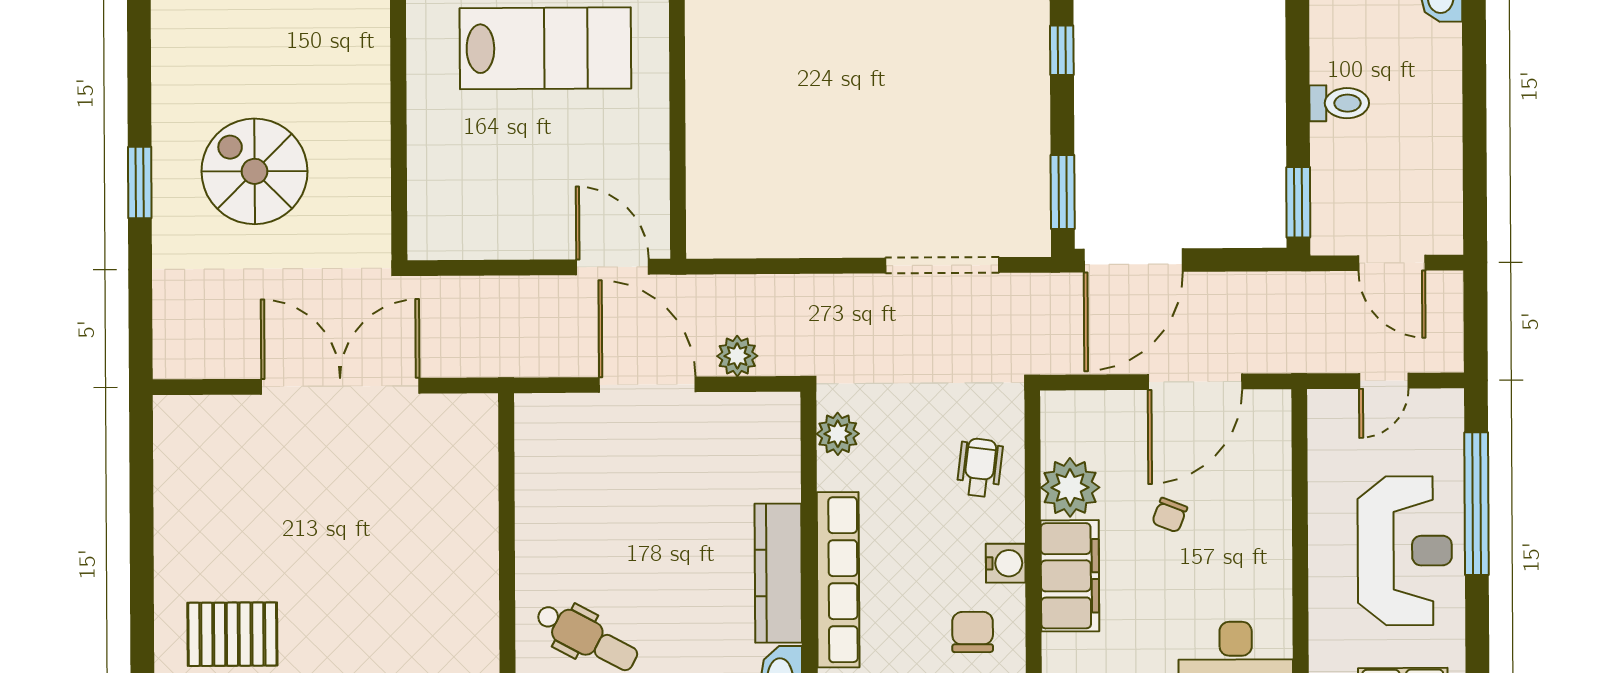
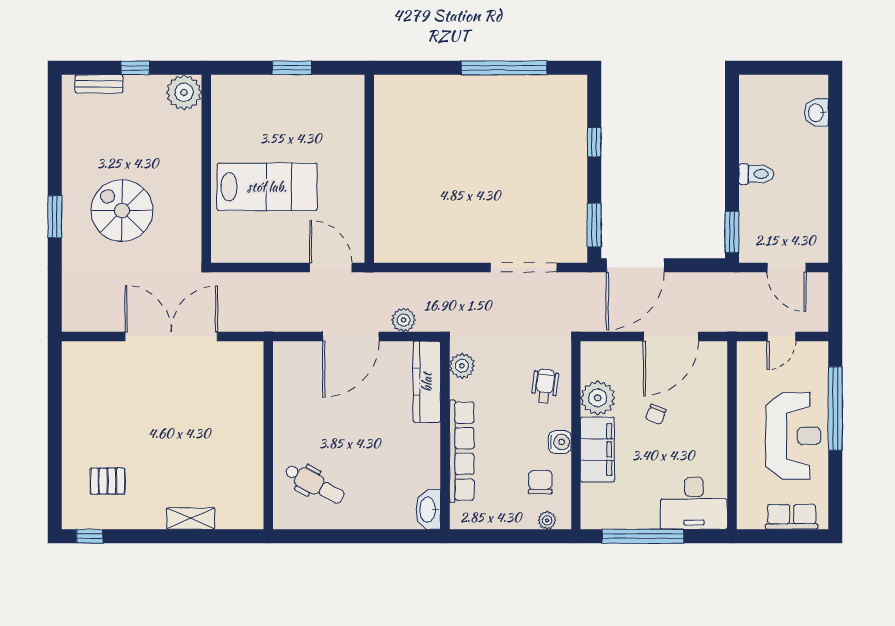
lab bench: (545, 48) -> (267, 187), moved
door: (647, 385) -> (351, 336), swing flipped
kitchen counter: (778, 573) -> (427, 382), moved
pallet: (232, 634) -> (107, 481), width x0.67, depth x0.71

